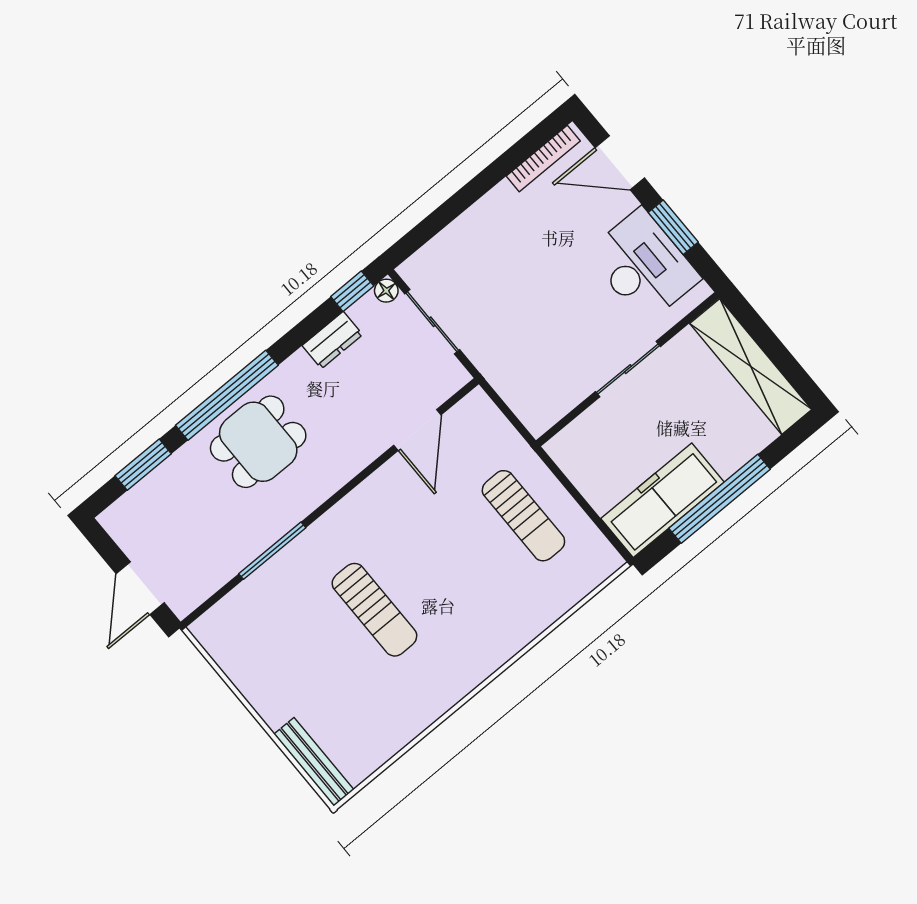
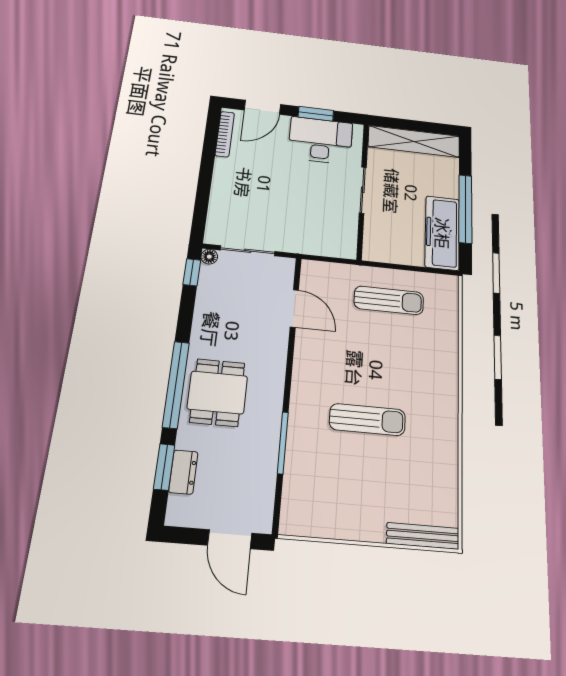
dresser: (332, 340) -> (183, 472), moved

